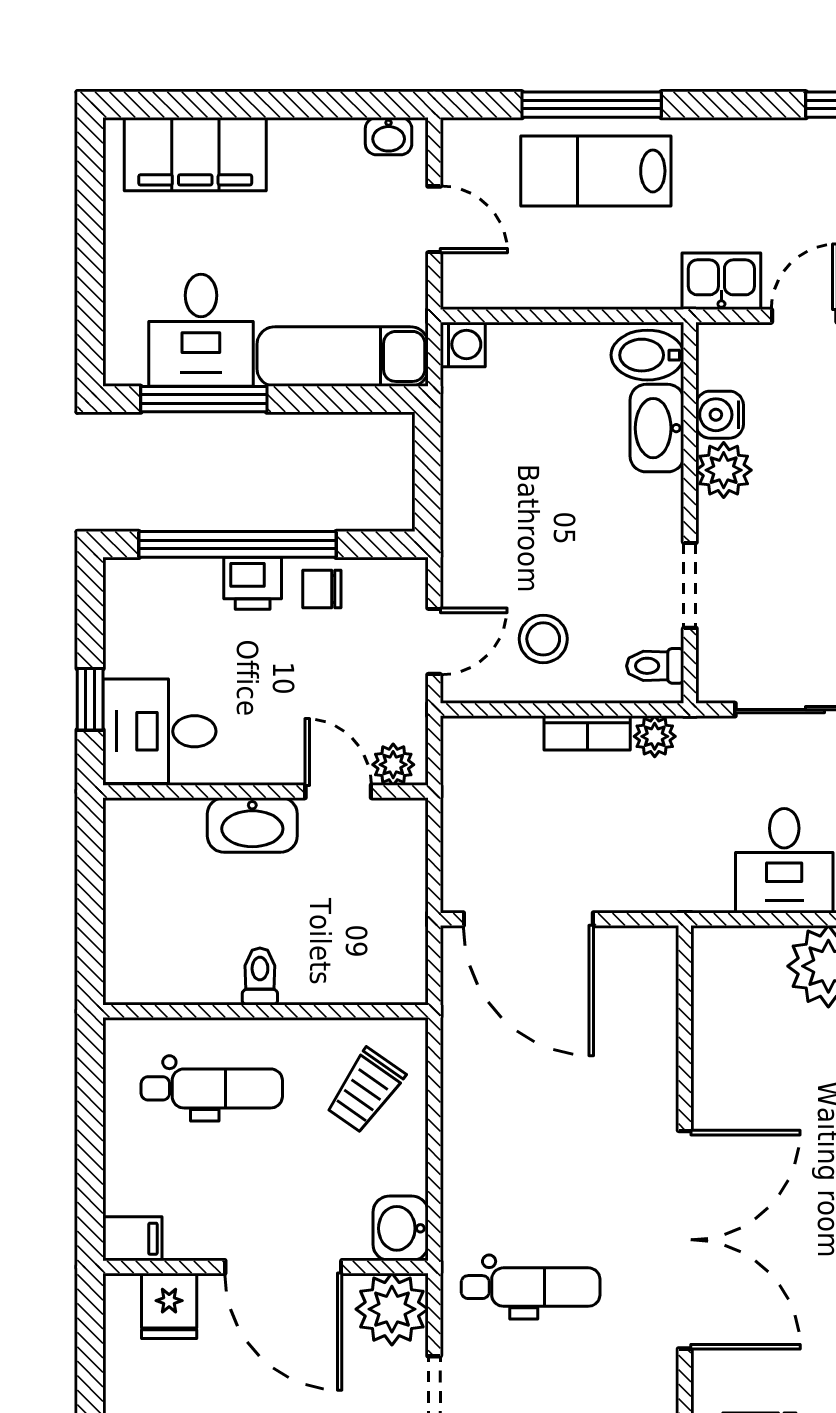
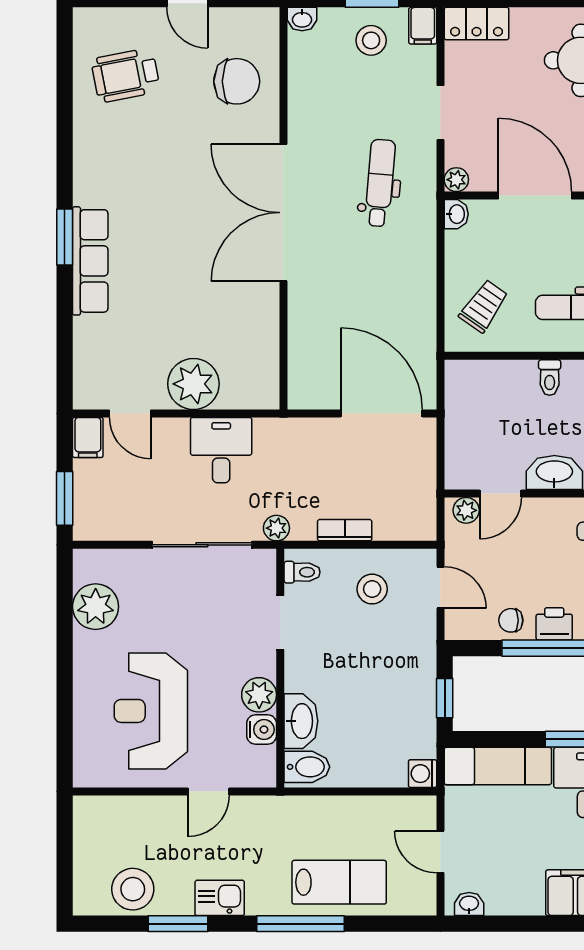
window: (592, 105) -> (300, 924), moved
kitchen sink: (721, 281) -> (220, 898), moved, turned 180
window: (428, 465) -> (445, 698), added
chair: (322, 589) -> (511, 620), turned 180
door: (434, 641) -> (440, 588), swing flipped
plant: (655, 736) -> (276, 528), moved
door: (338, 791) -> (501, 494), hinge flipped
washbasin: (401, 1228) -> (456, 214), width x0.72, depth x0.69
dental chair: (531, 1287) -> (380, 183), turned 95
plant: (392, 1309) -> (456, 180), width x0.53, depth x0.53

